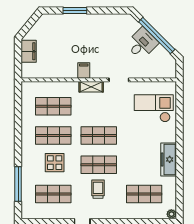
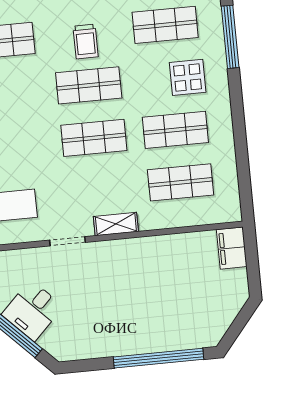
window: (75, 10) -> (158, 358), width x2.11
filing cabinet: (29, 51) -> (232, 248), moved
filing cabinet: (84, 71) -> (132, 252), removed
display table: (55, 163) -> (188, 77), moved

